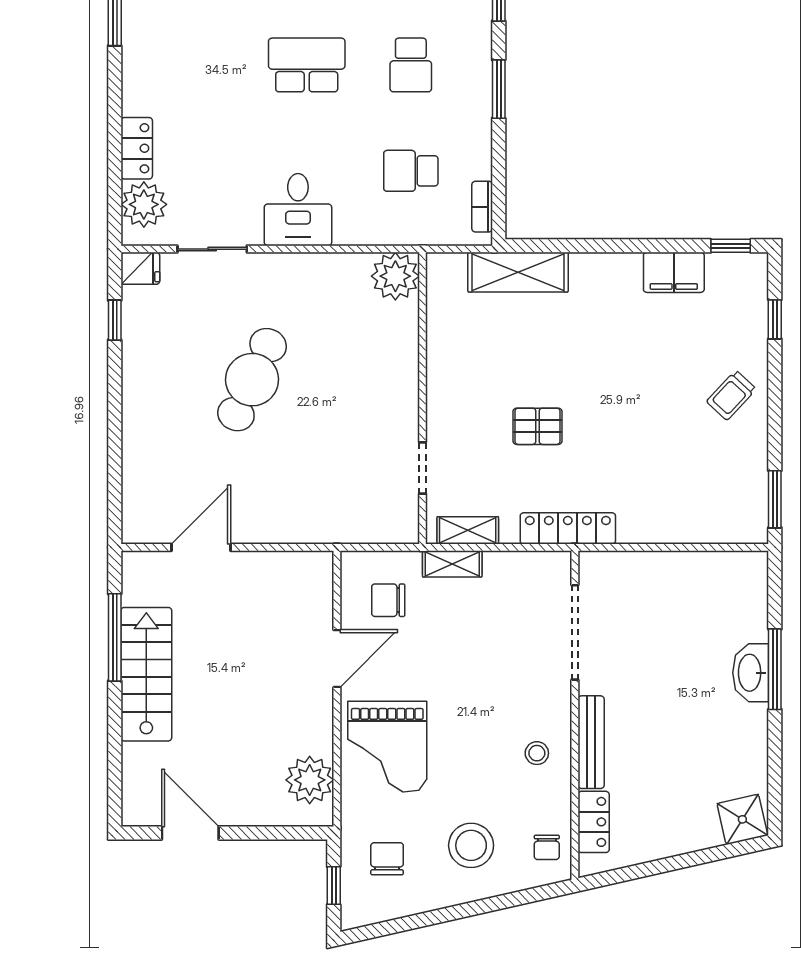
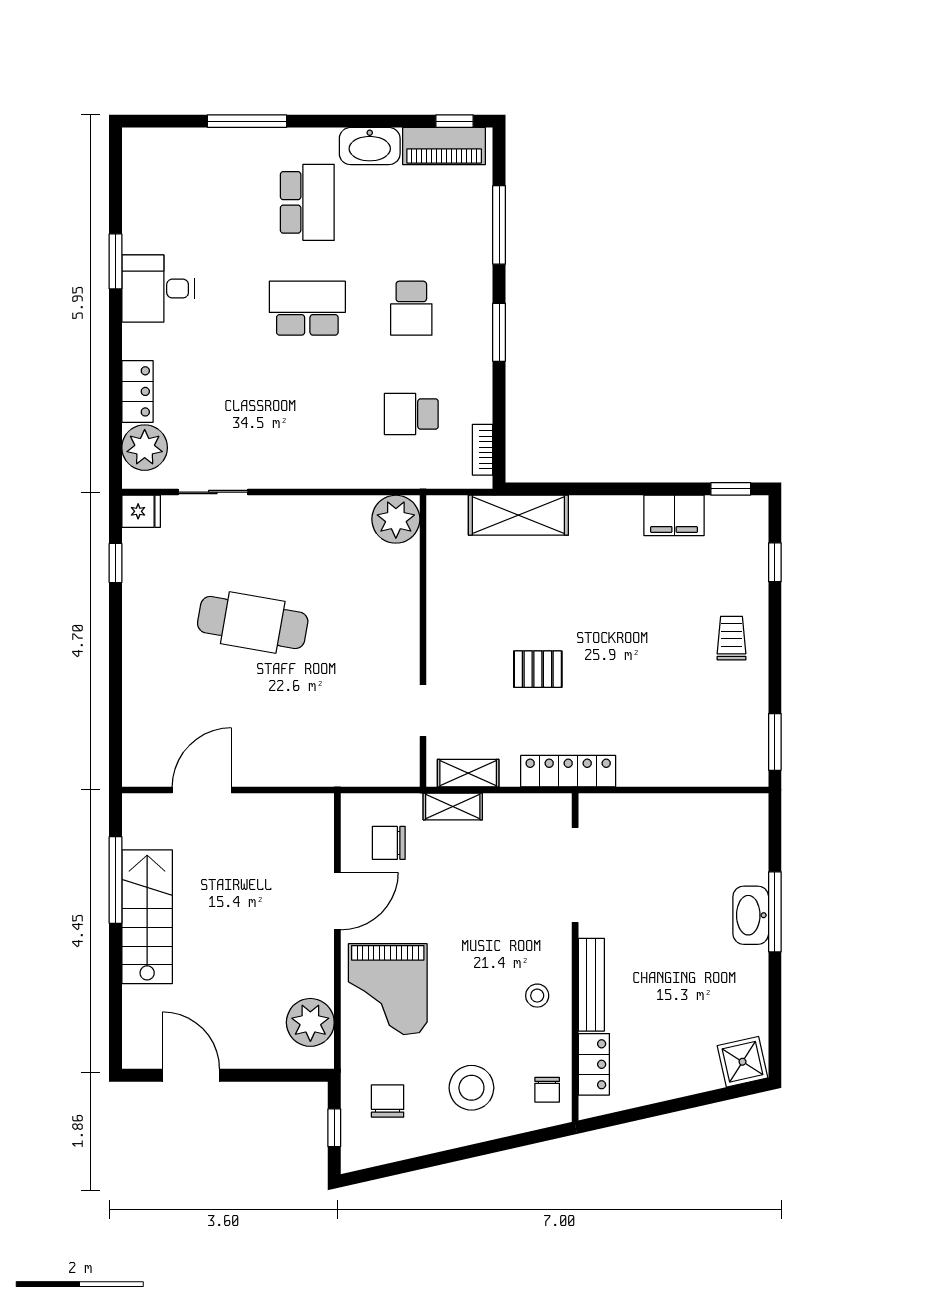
desk: (298, 210) -> (158, 289), moved, turned 90
cafe table: (252, 380) -> (253, 623), turned 75
trolley: (731, 395) -> (731, 638), turned 137

